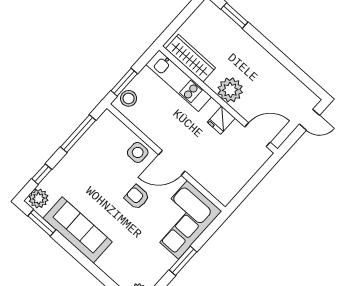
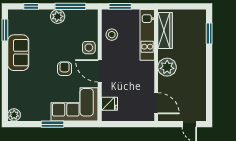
stool: (129, 98) -> (112, 35), moved
fridge: (221, 120) -> (109, 104), moved, turned 180
plant: (39, 198) -> (58, 16), moved
sofa: (78, 230) -> (18, 53), width x0.73

